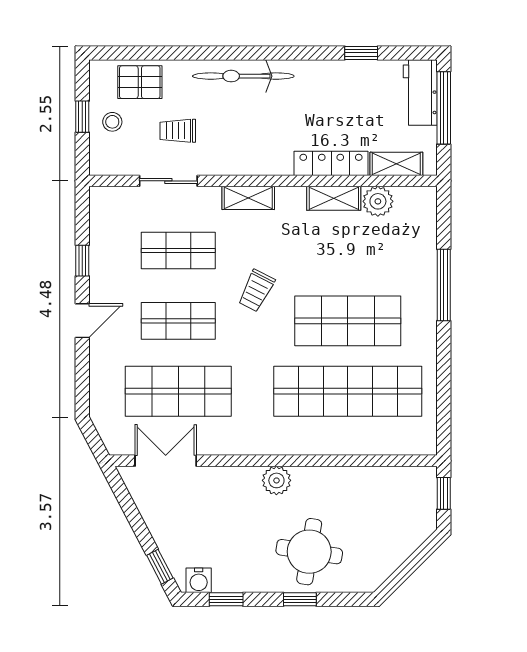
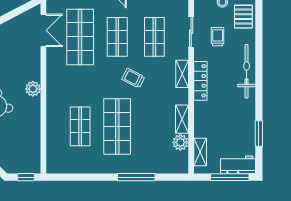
window: (361, 53) -> (259, 134), width x1.50
locker: (331, 163) -> (200, 81), moved
shop shelf: (348, 391) -> (80, 126), width x0.50, depth x0.74

